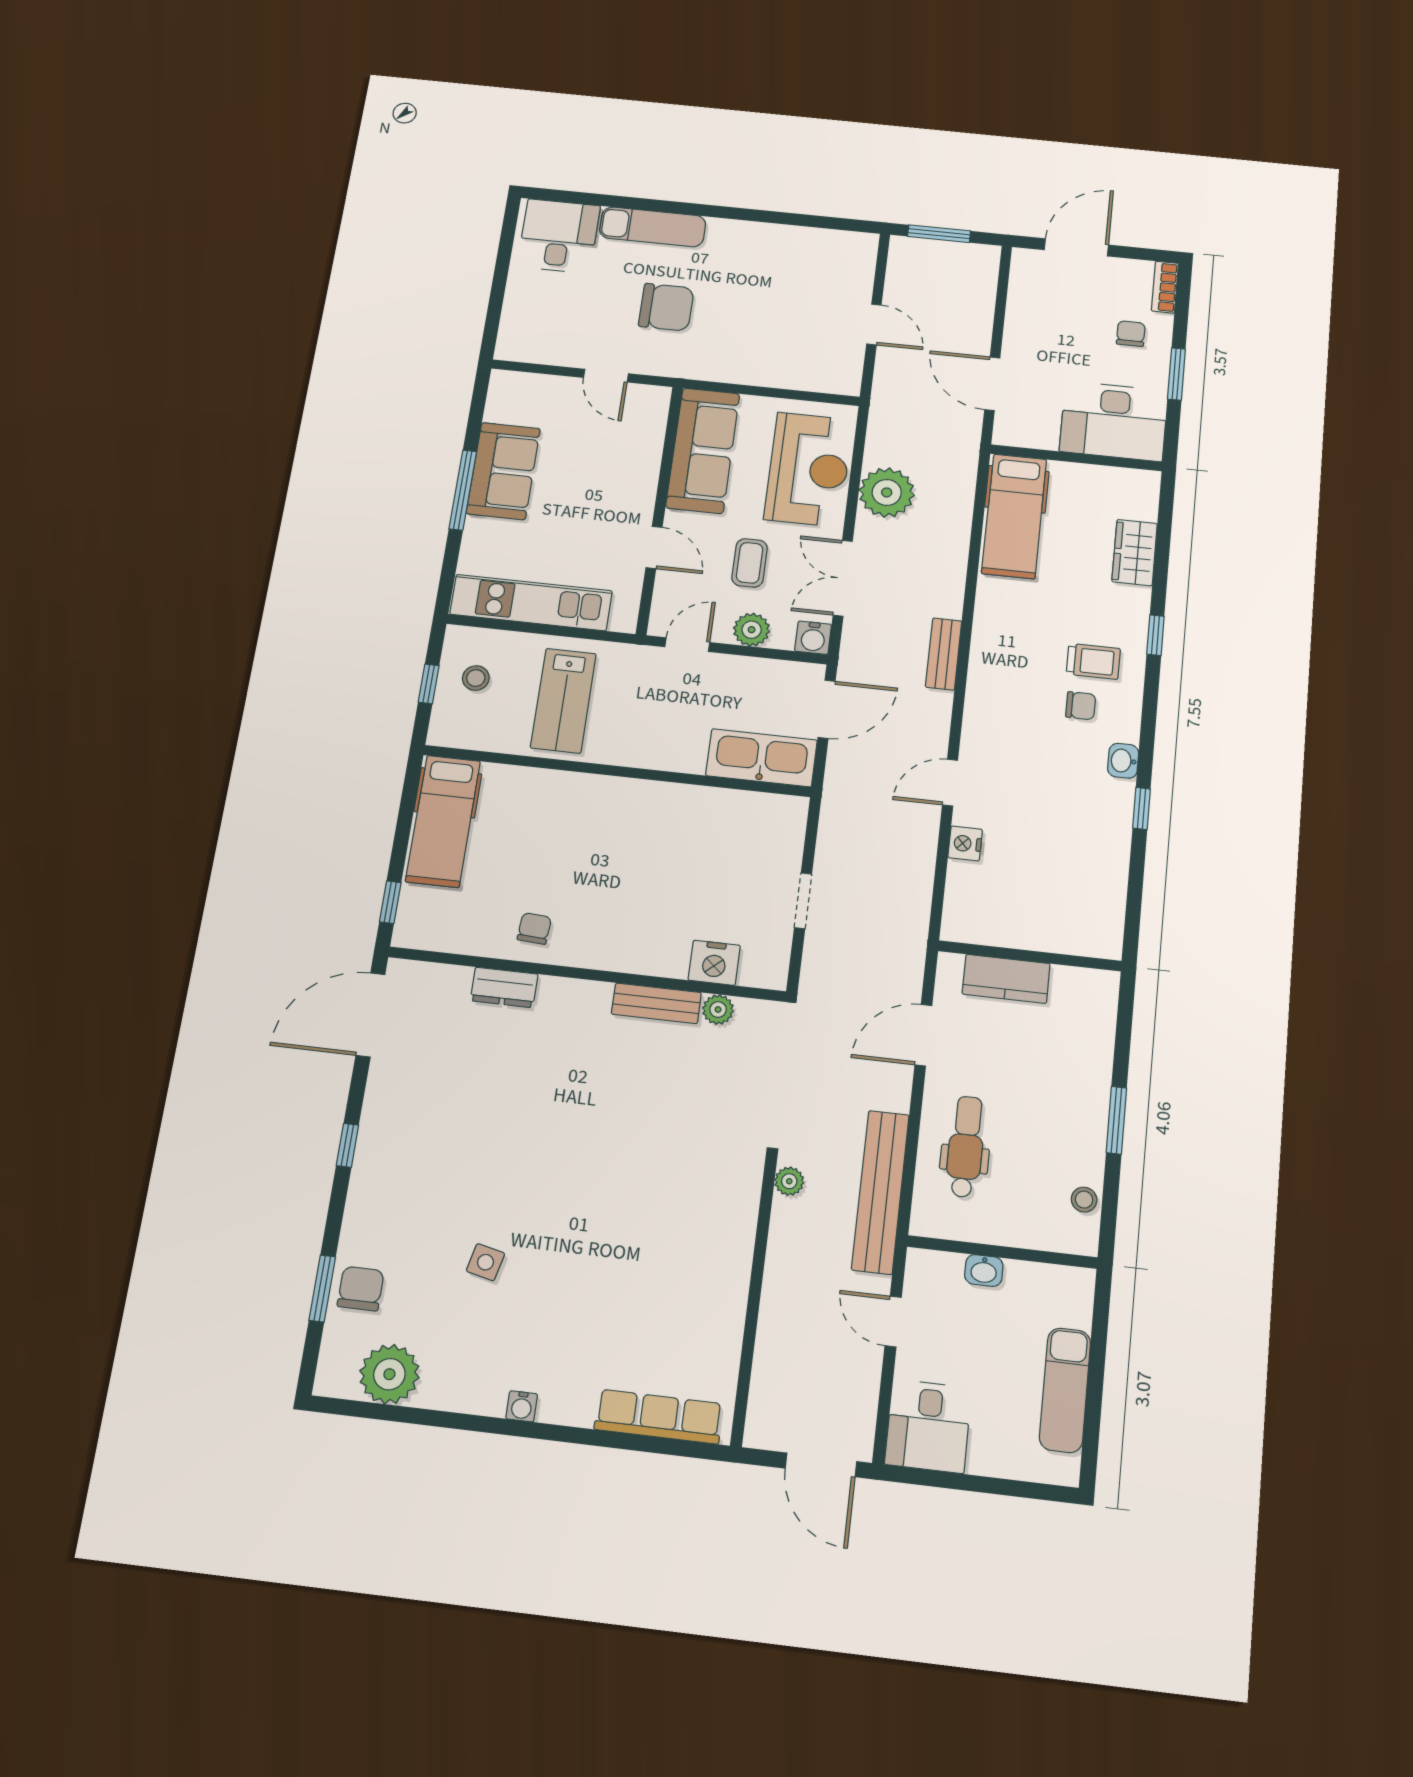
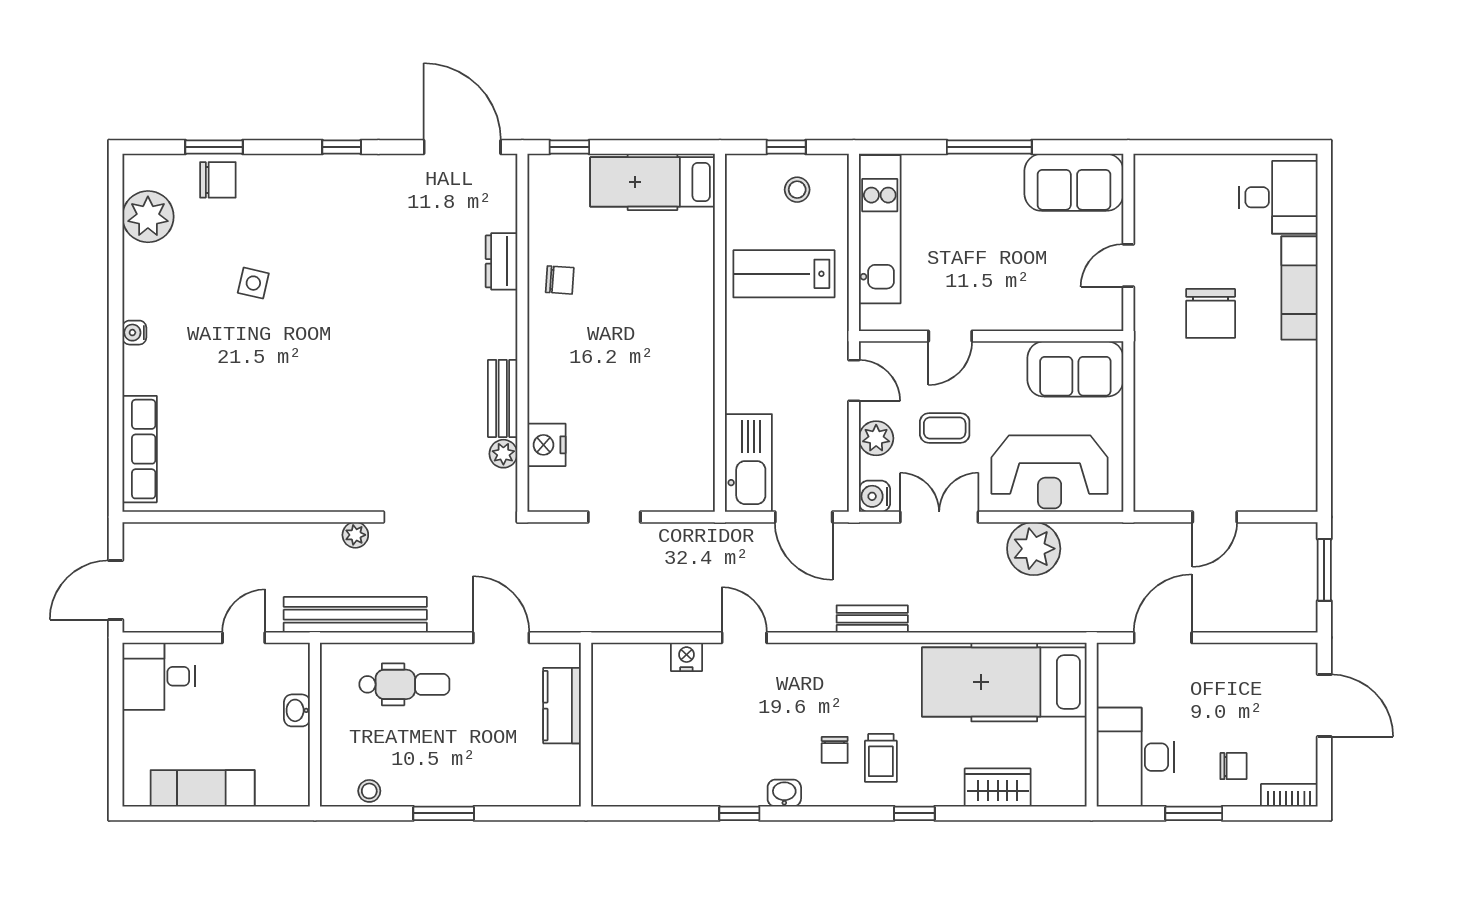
sofa: (703, 450) -> (1075, 369), width x0.73
sofa: (503, 471) -> (1074, 182), moved
hospital bed: (1014, 516) -> (1004, 682), width x1.37, depth x1.29

